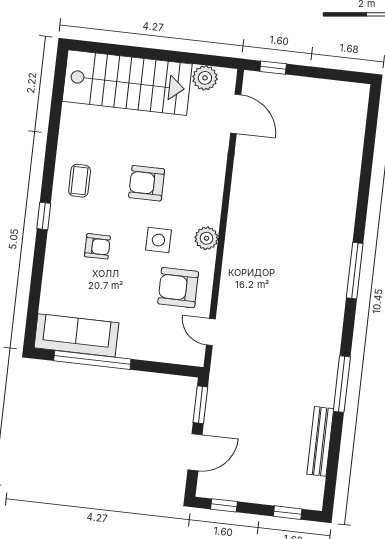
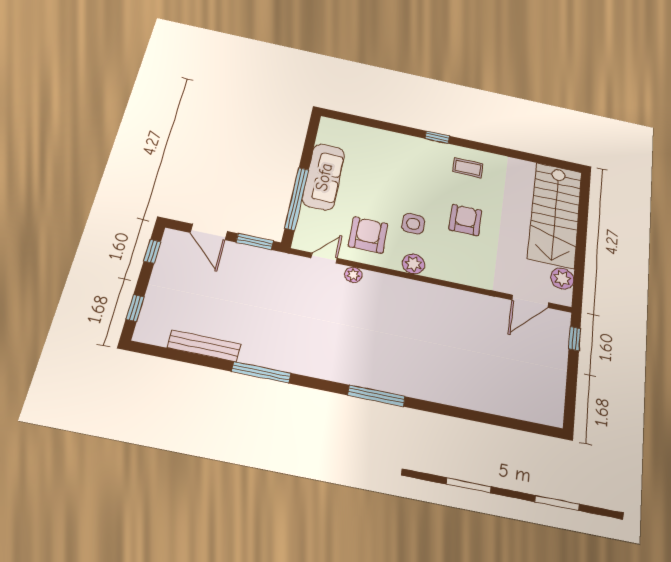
armchair: (97, 246) -> (409, 175), removed
plant: (227, 301) -> (353, 275), added
sofa: (76, 335) -> (324, 177), moved
window: (92, 360) -> (297, 199), moved

